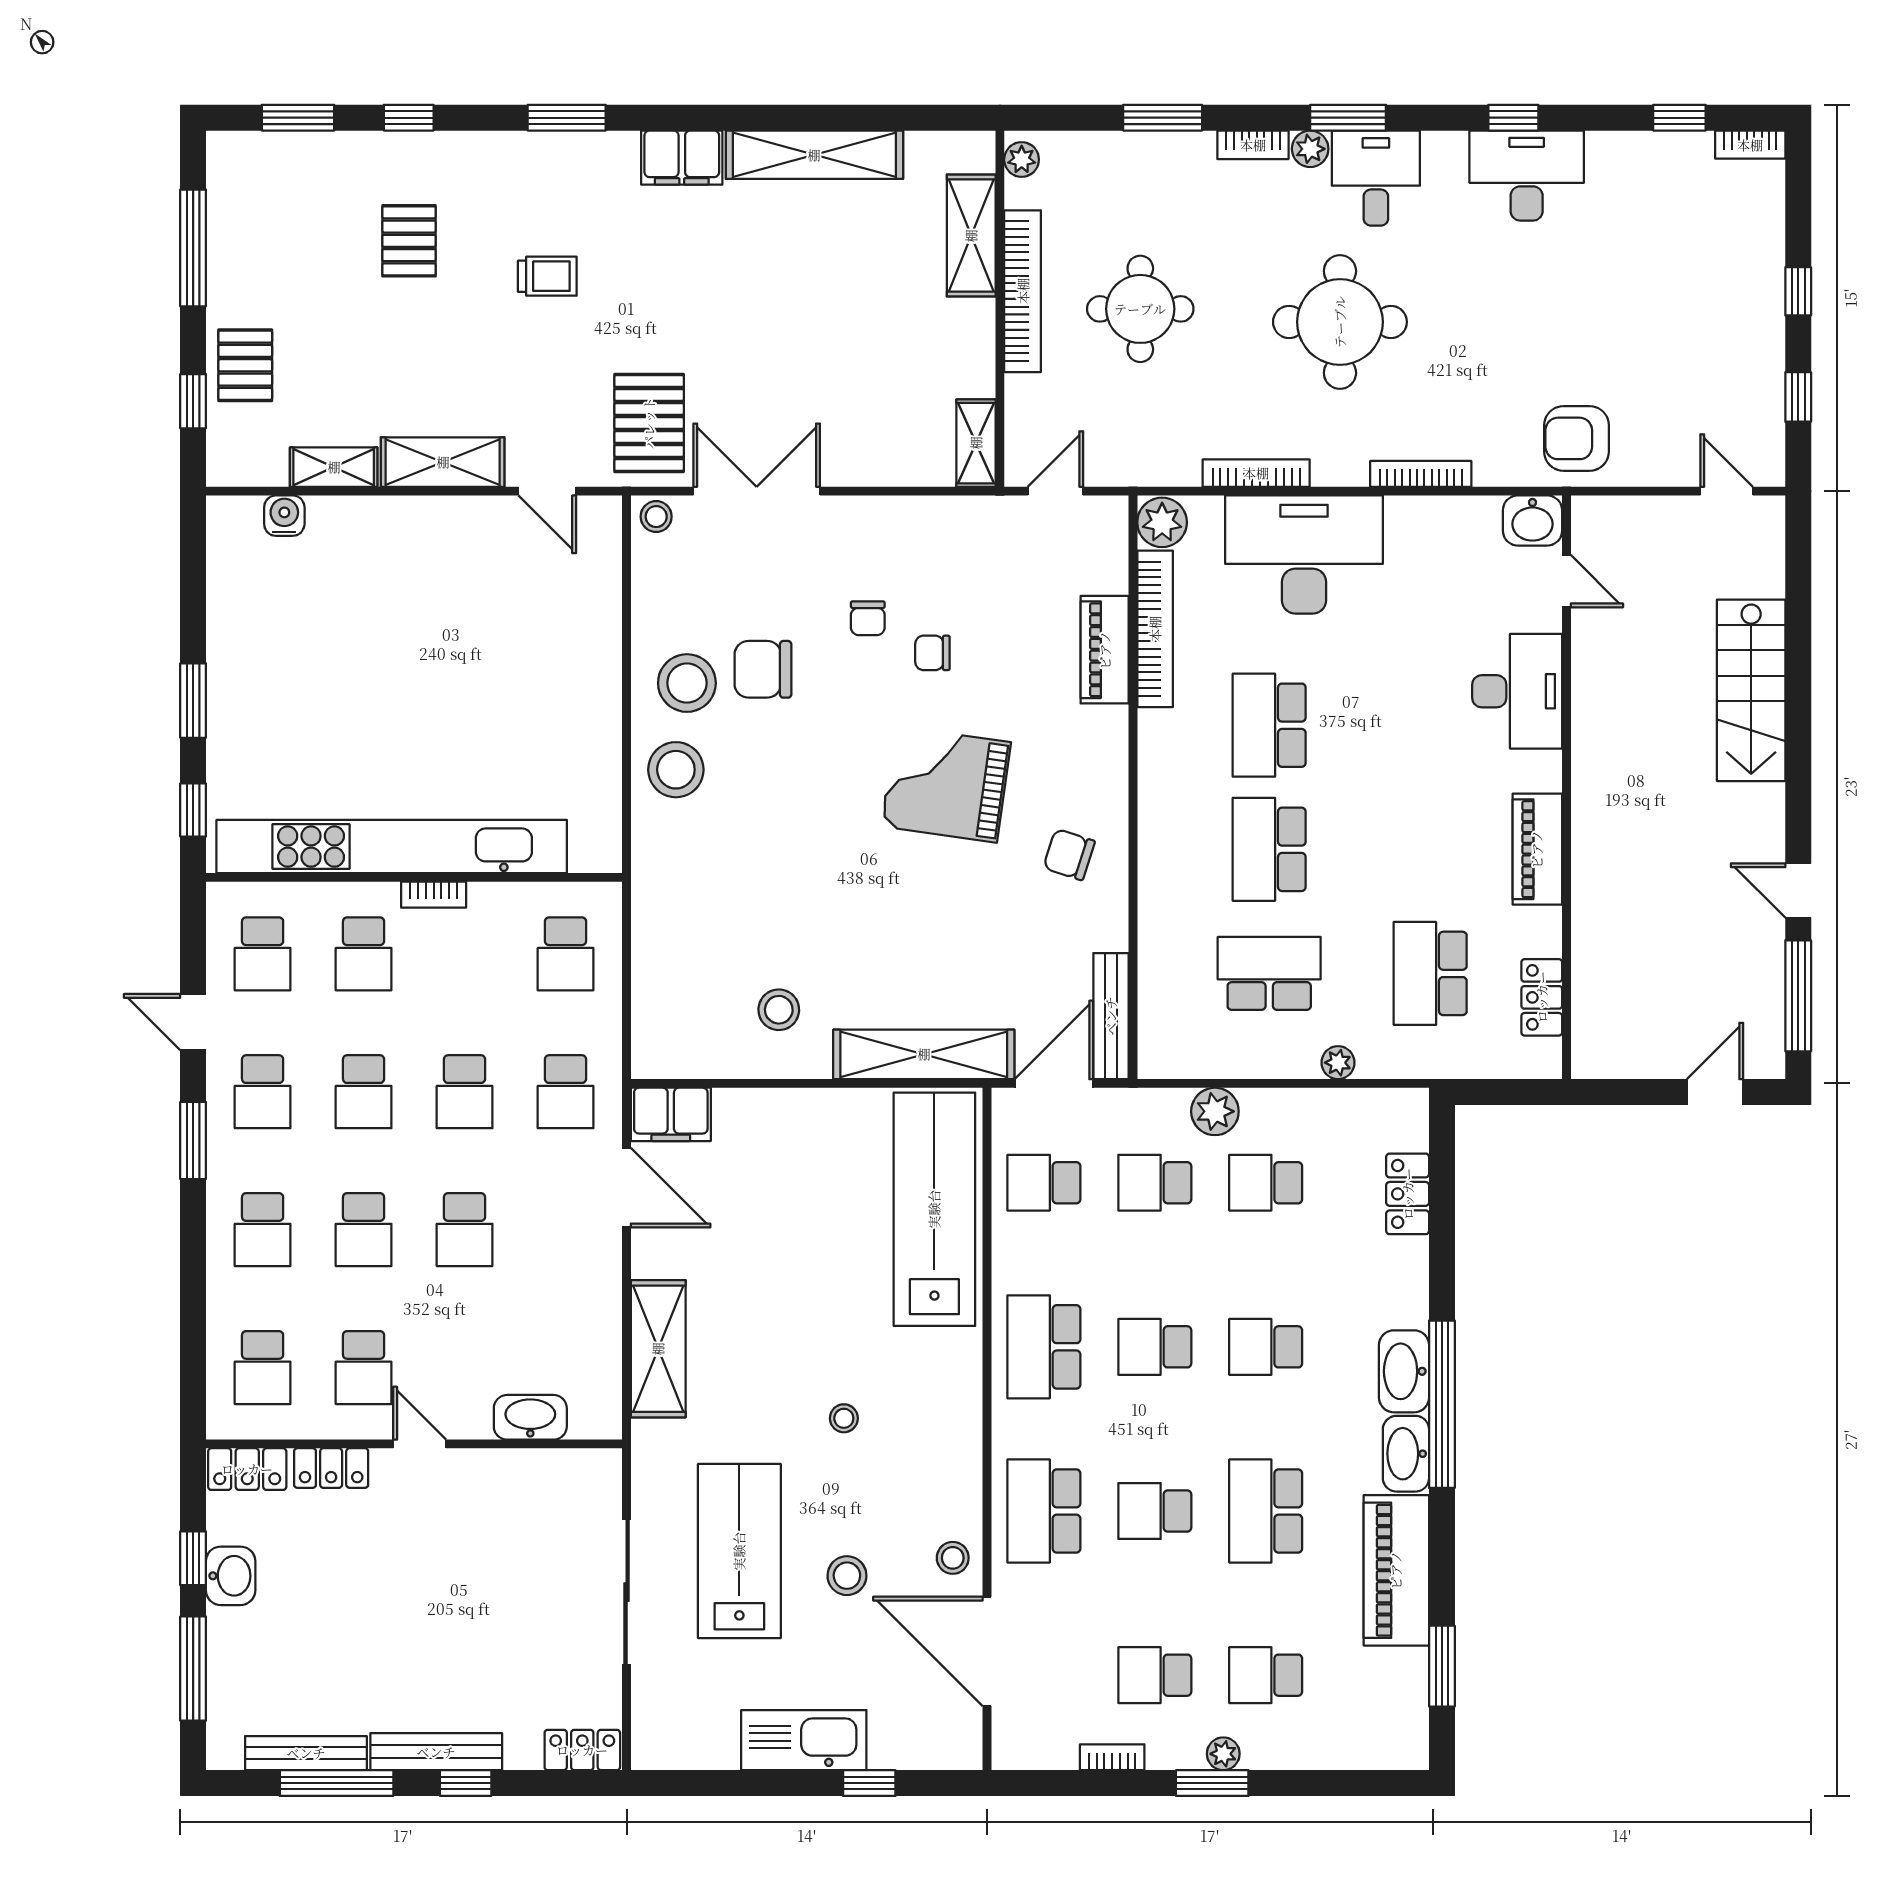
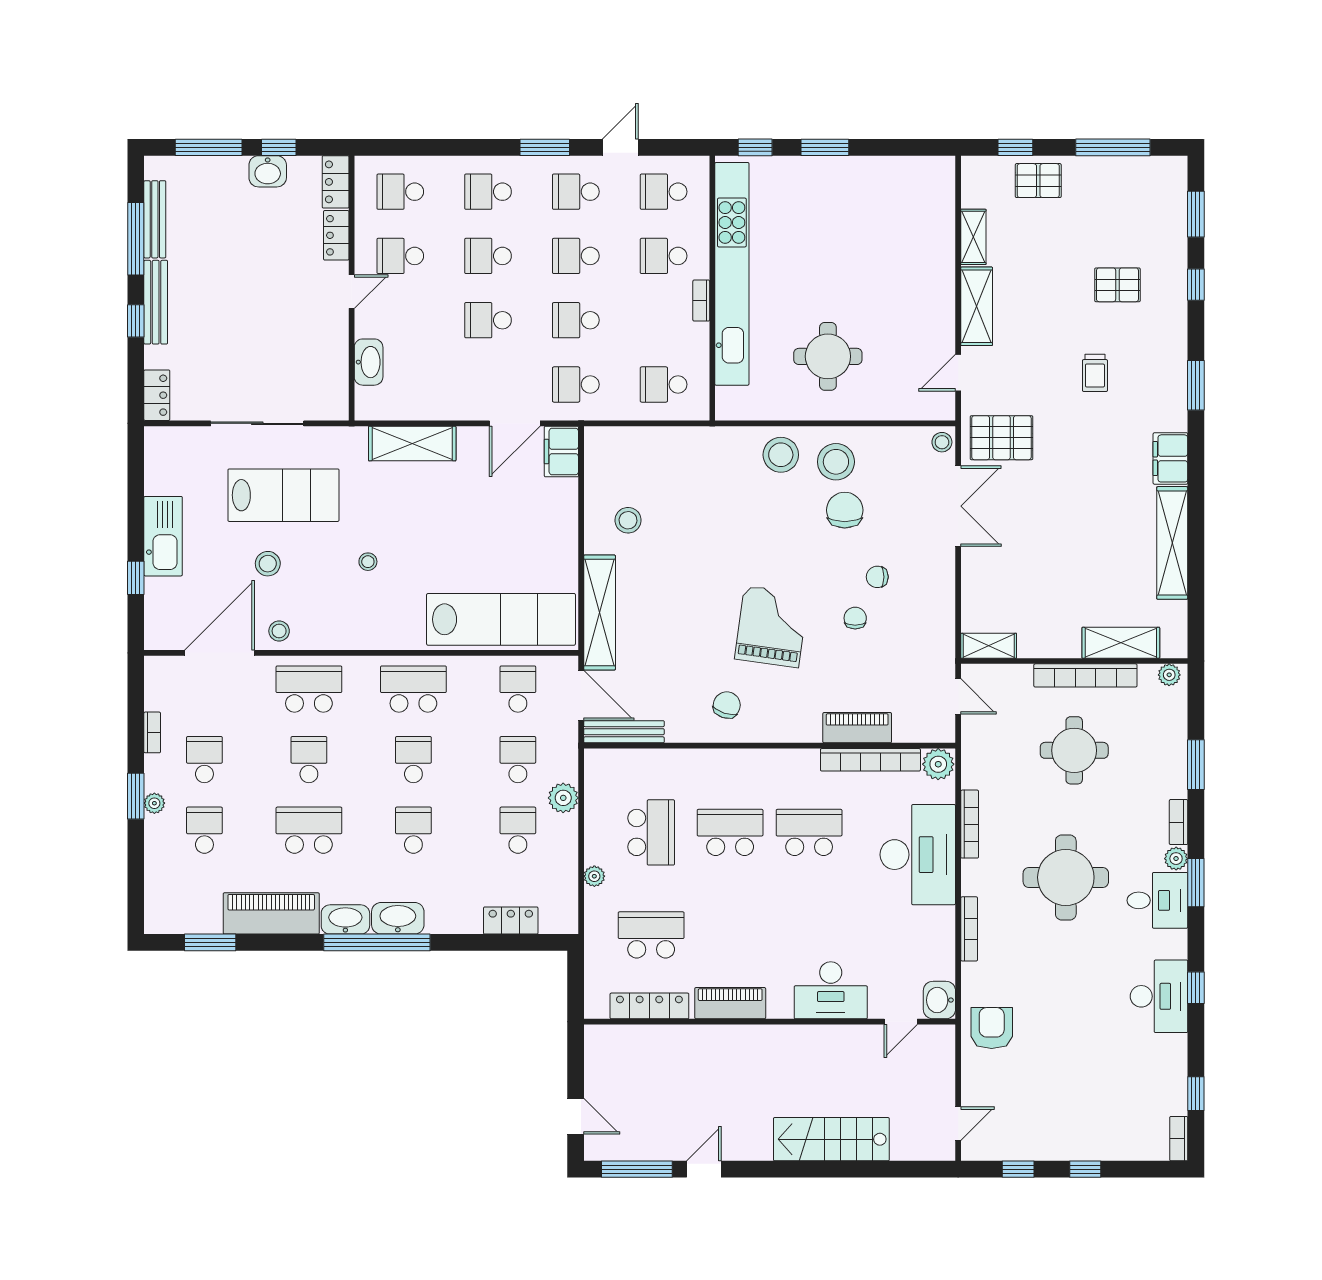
water cooler: (284, 516) -> (943, 206), removed
round table: (521, 696) -> (828, 356), added
locker: (1542, 997) -> (649, 1006), width x1.53

